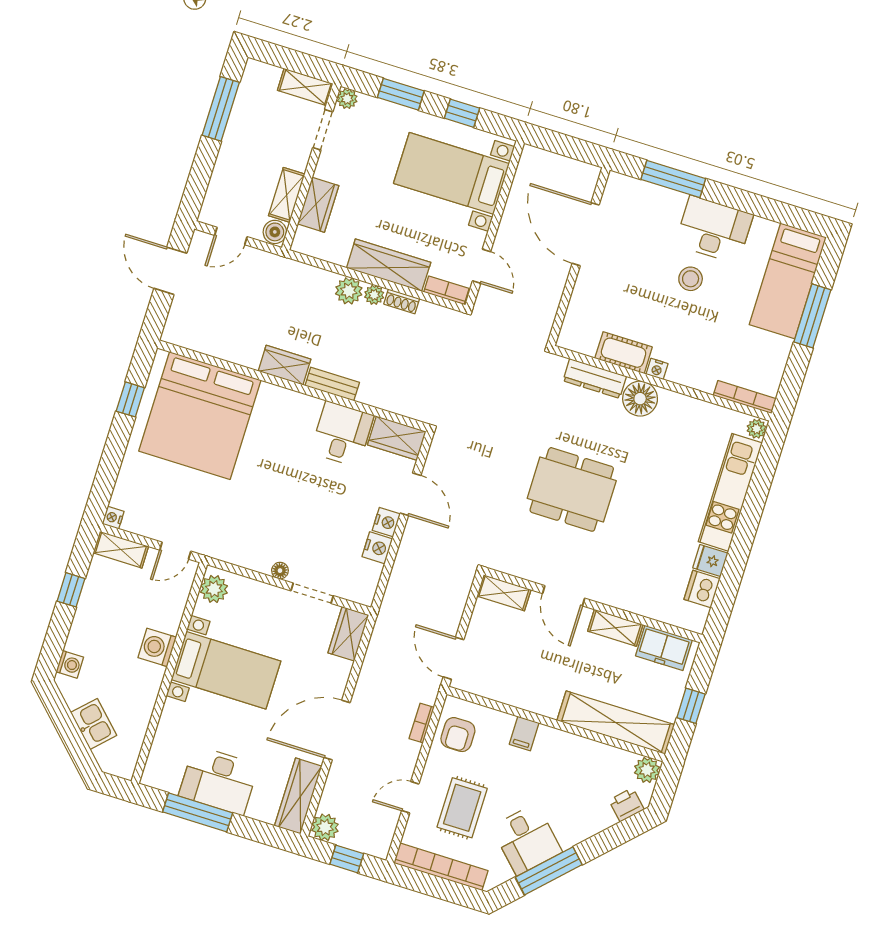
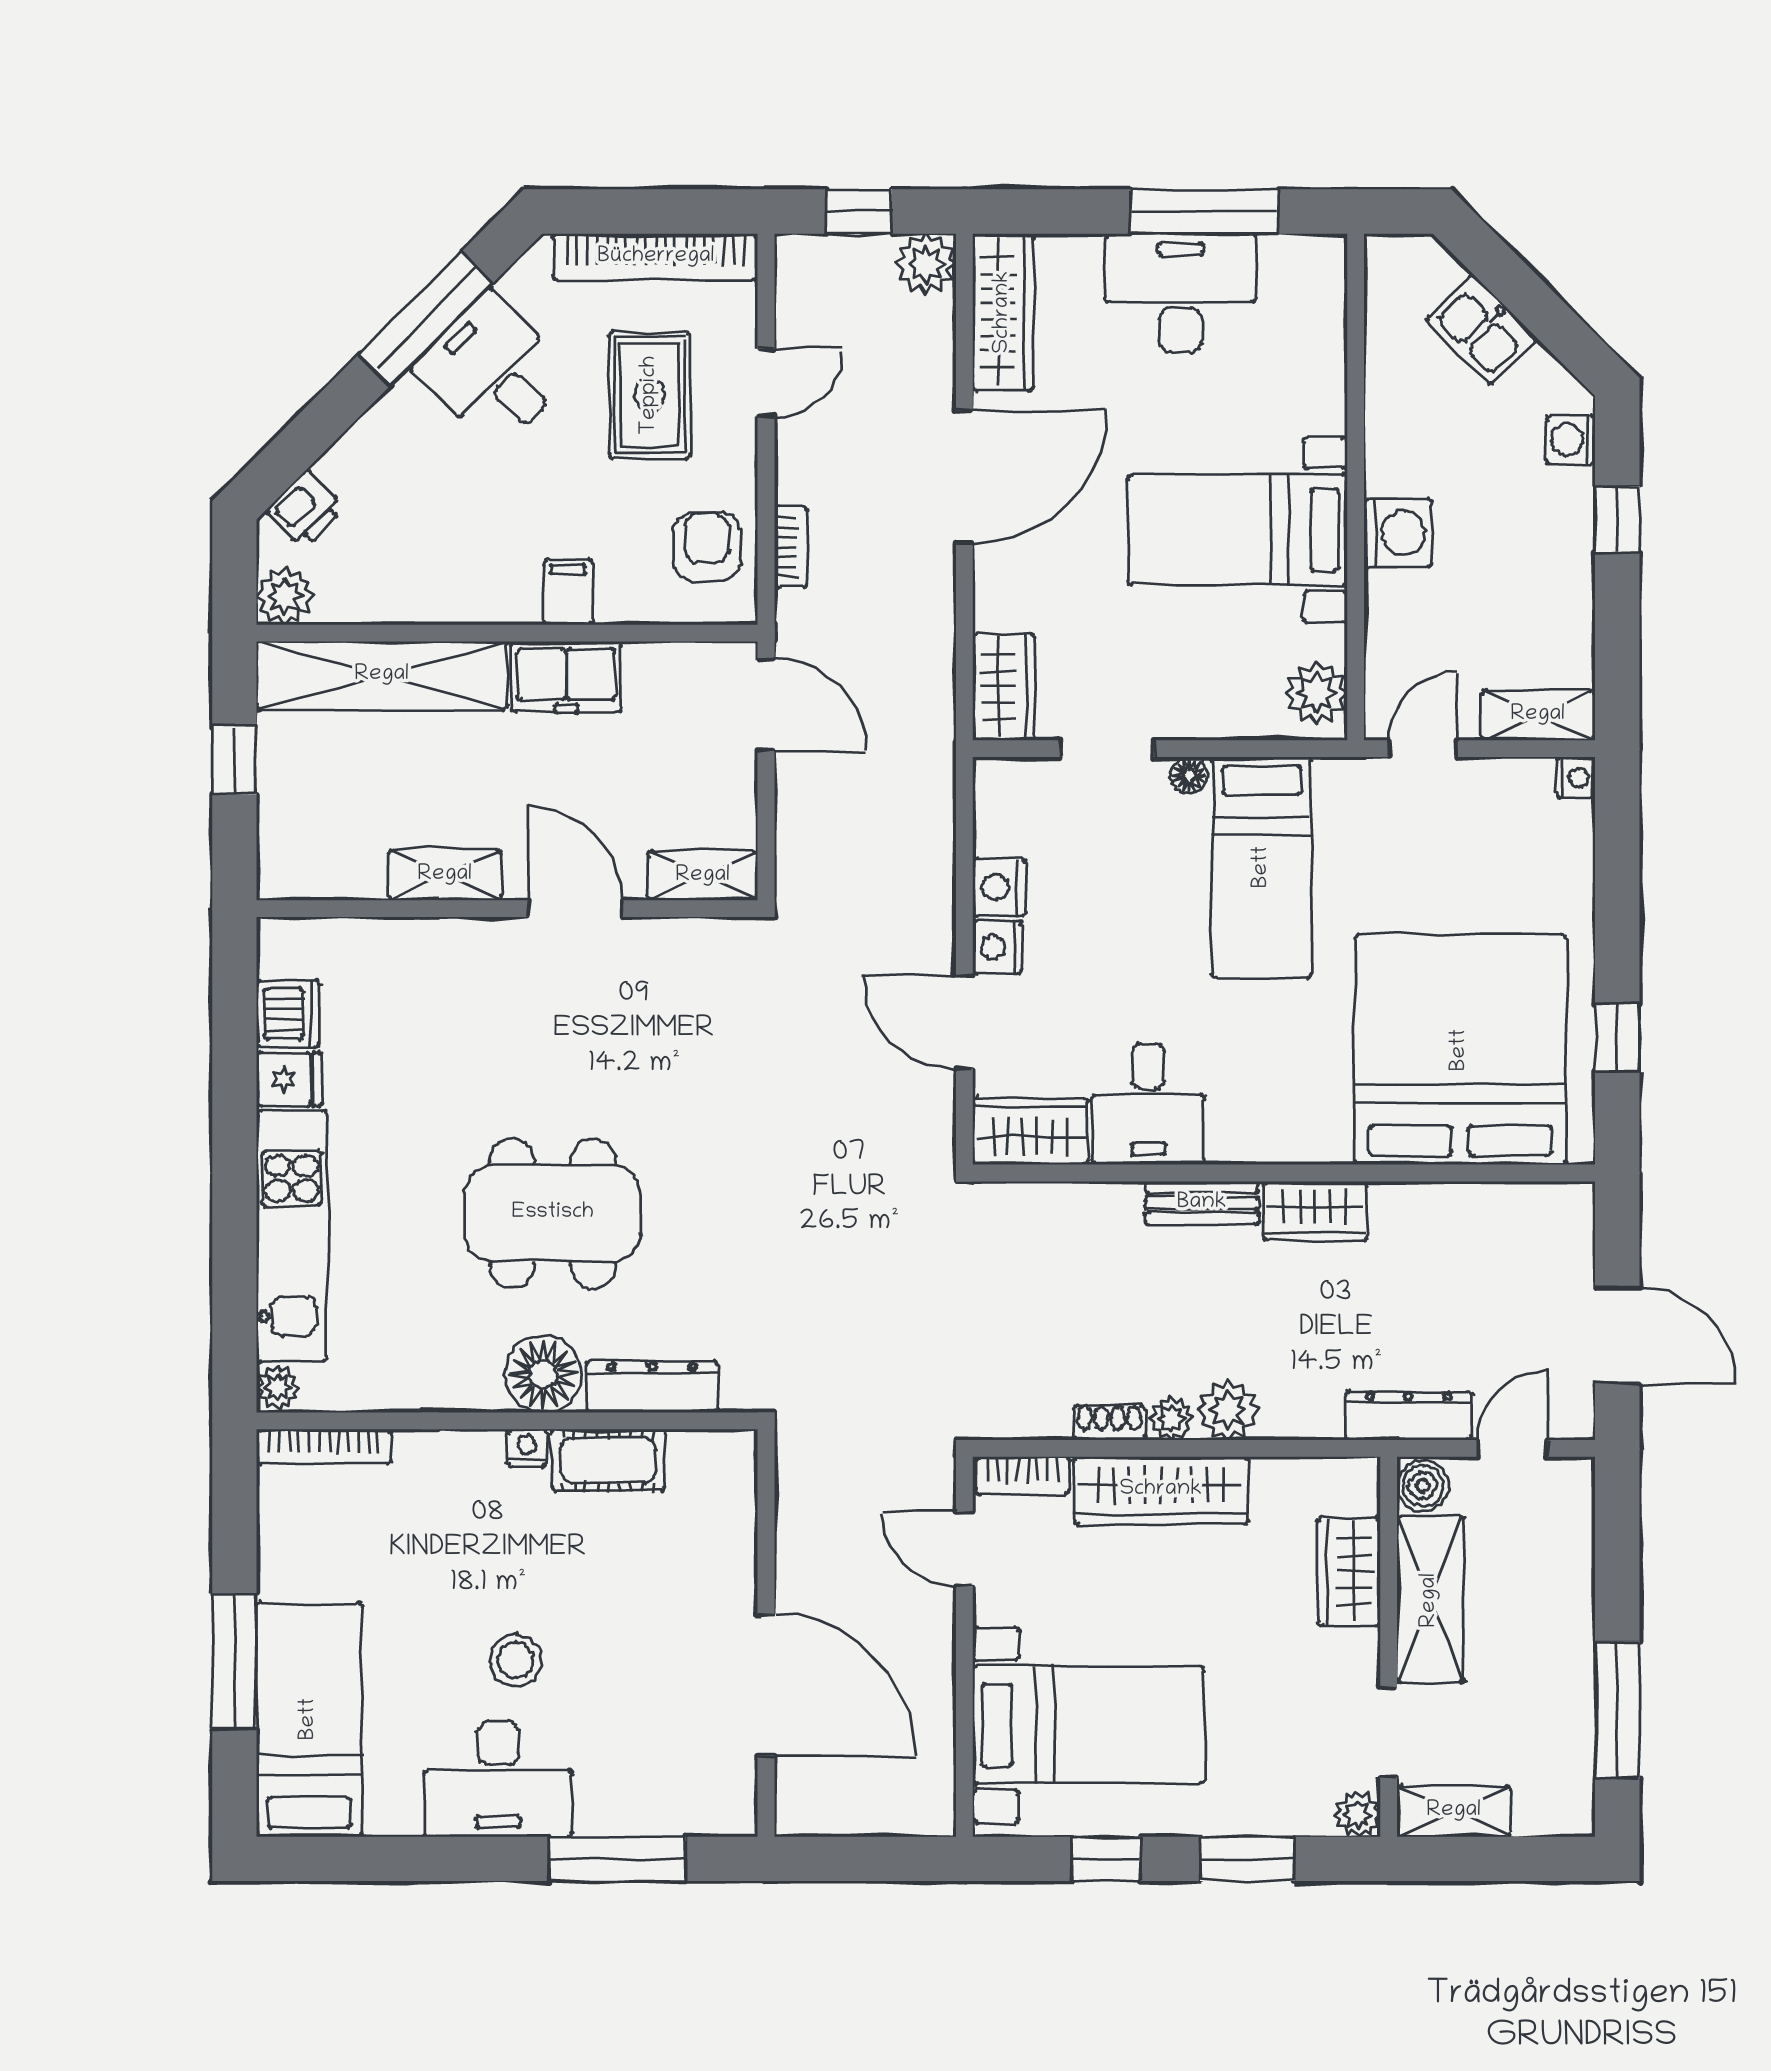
shelving: (287, 195) -> (1430, 1600), width x1.50, depth x1.33
dresser: (271, 264) -> (1408, 1415), added
dining table: (572, 489) -> (553, 1213), moved
bed: (261, 521) -> (1262, 867), added
window: (71, 590) -> (1617, 519), moved
freezer: (664, 648) -> (566, 677), moved, turned 180

